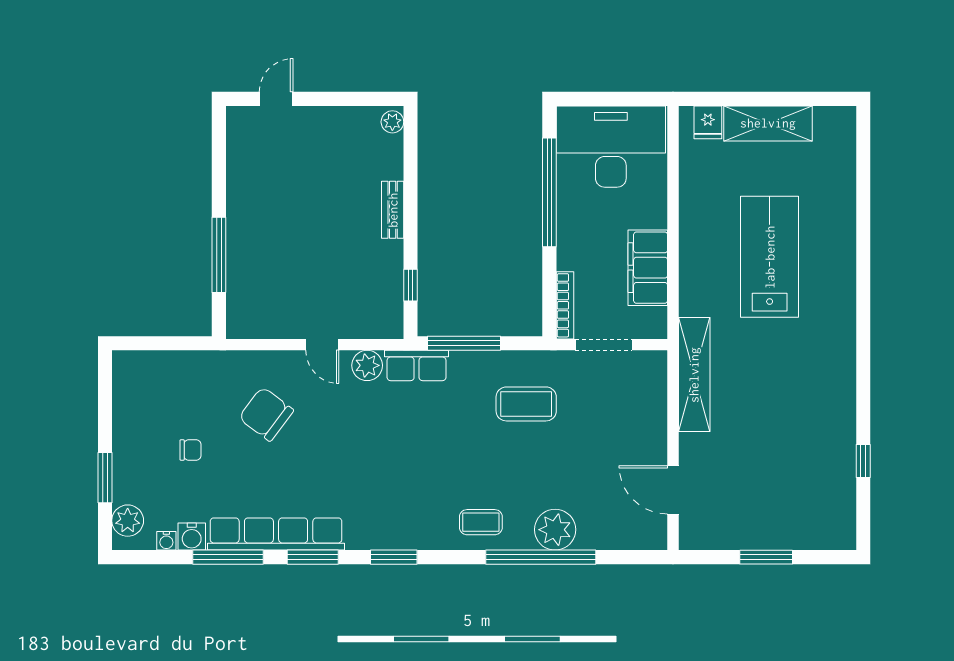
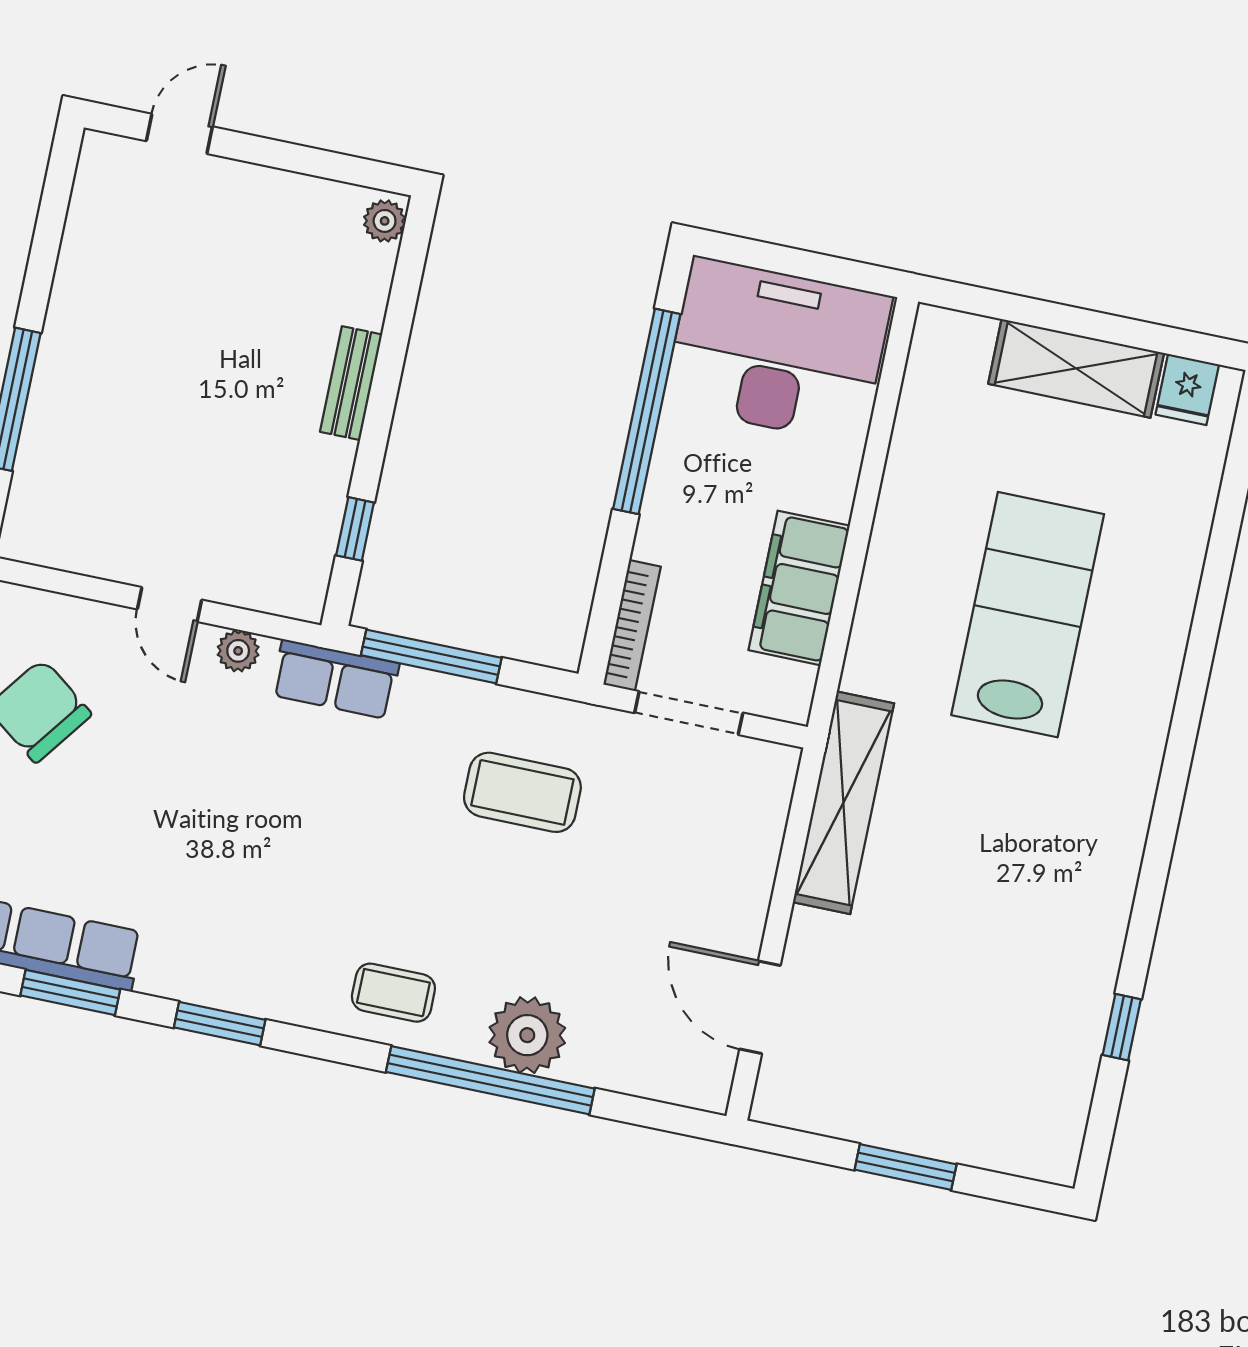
fridge: (708, 122) -> (1187, 389), moved
plant: (367, 365) -> (238, 651), width x0.73, depth x0.73

